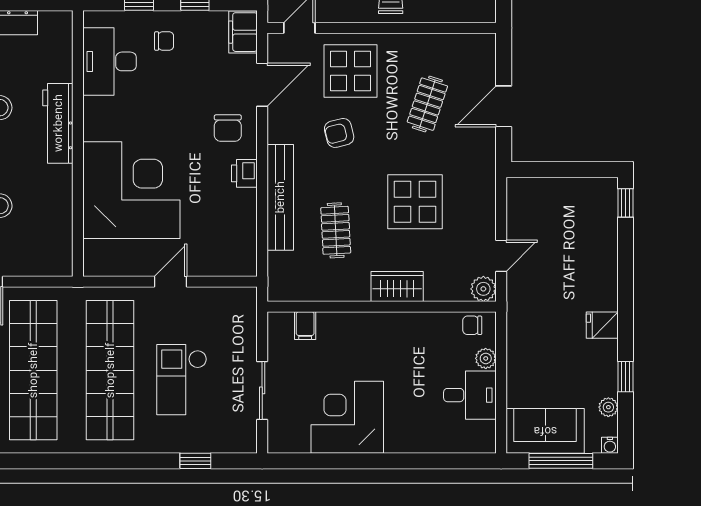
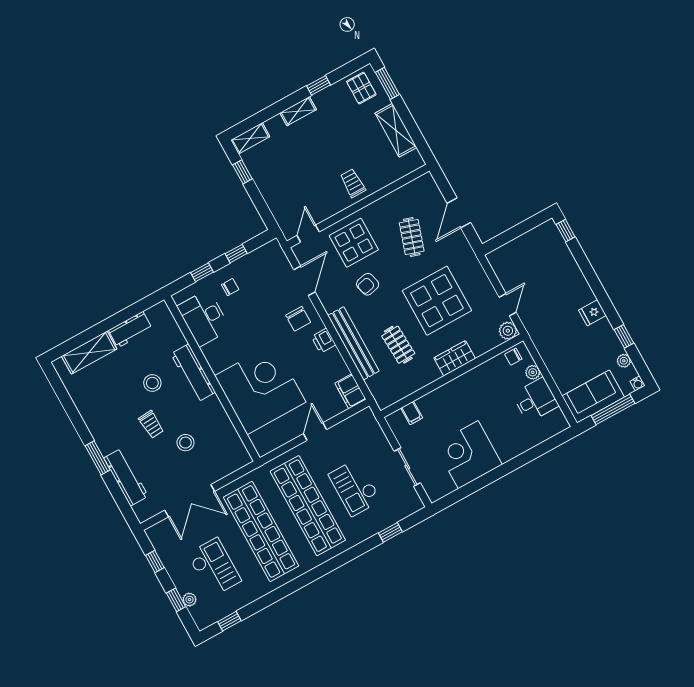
filing cabinet: (243, 32) -> (350, 391), moved
display table: (415, 202) -> (437, 301), width x1.36, depth x1.36

